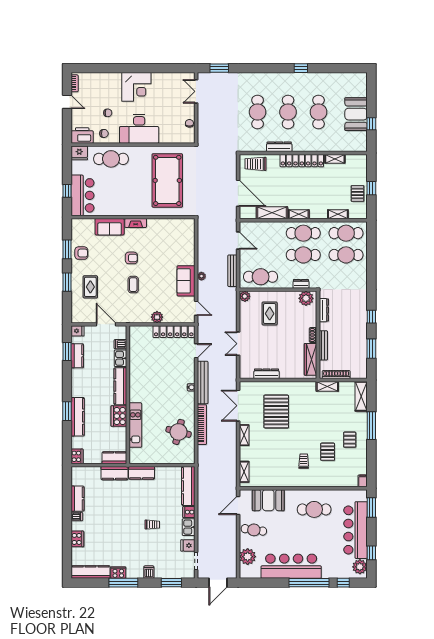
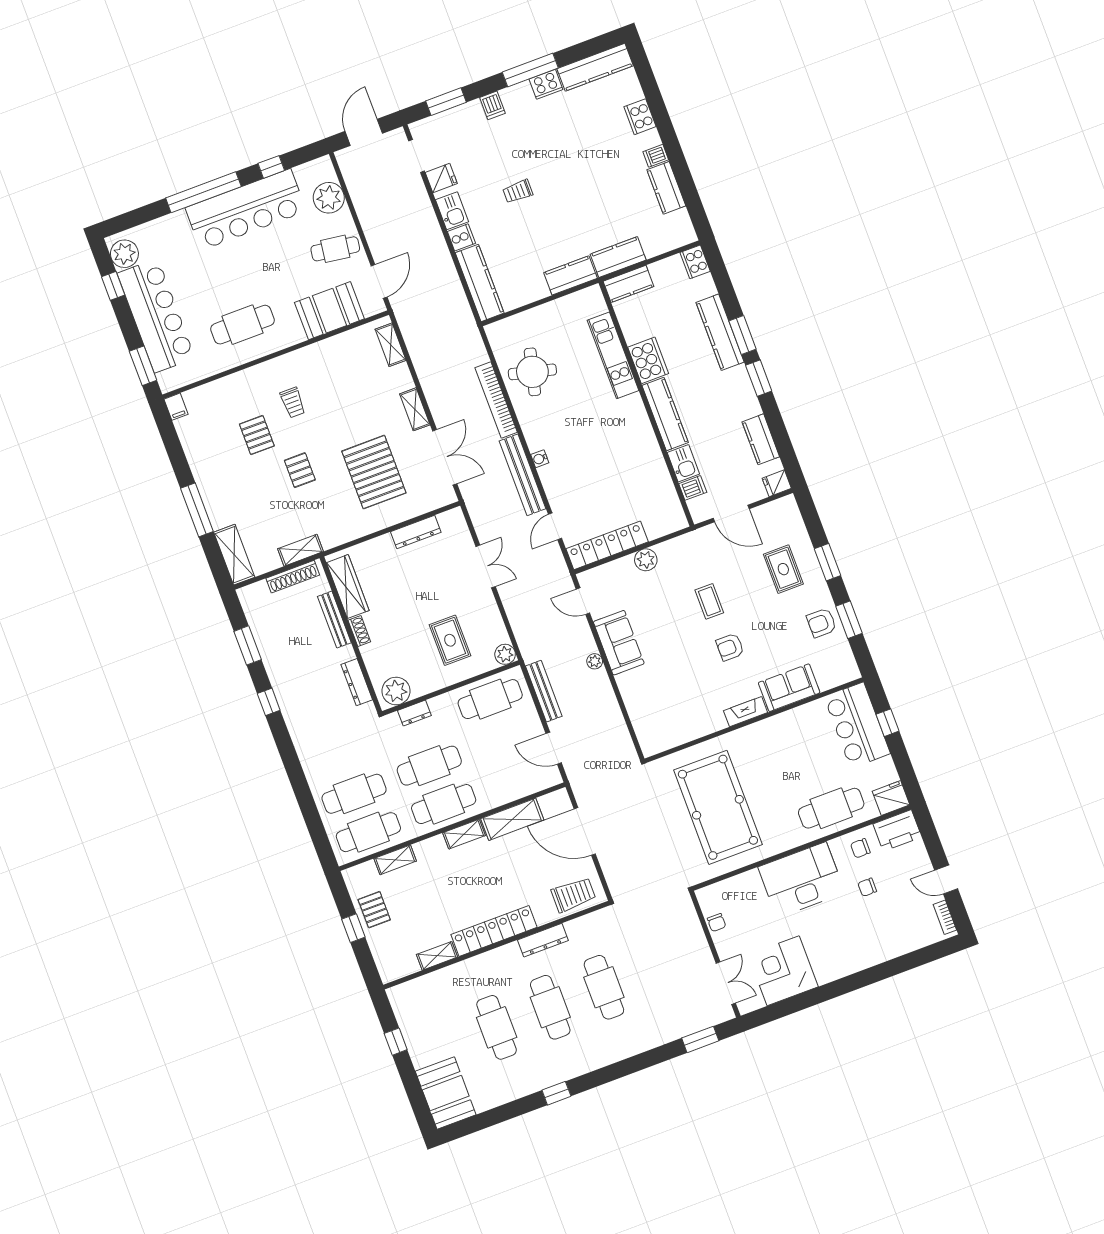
corner desk: (136, 87) -> (783, 971), moved
booth: (356, 114) -> (446, 1093), moved
window: (67, 352) -> (759, 378), moved
pallet: (350, 440) -> (300, 470), moved
window: (343, 583) -> (271, 167), moved

